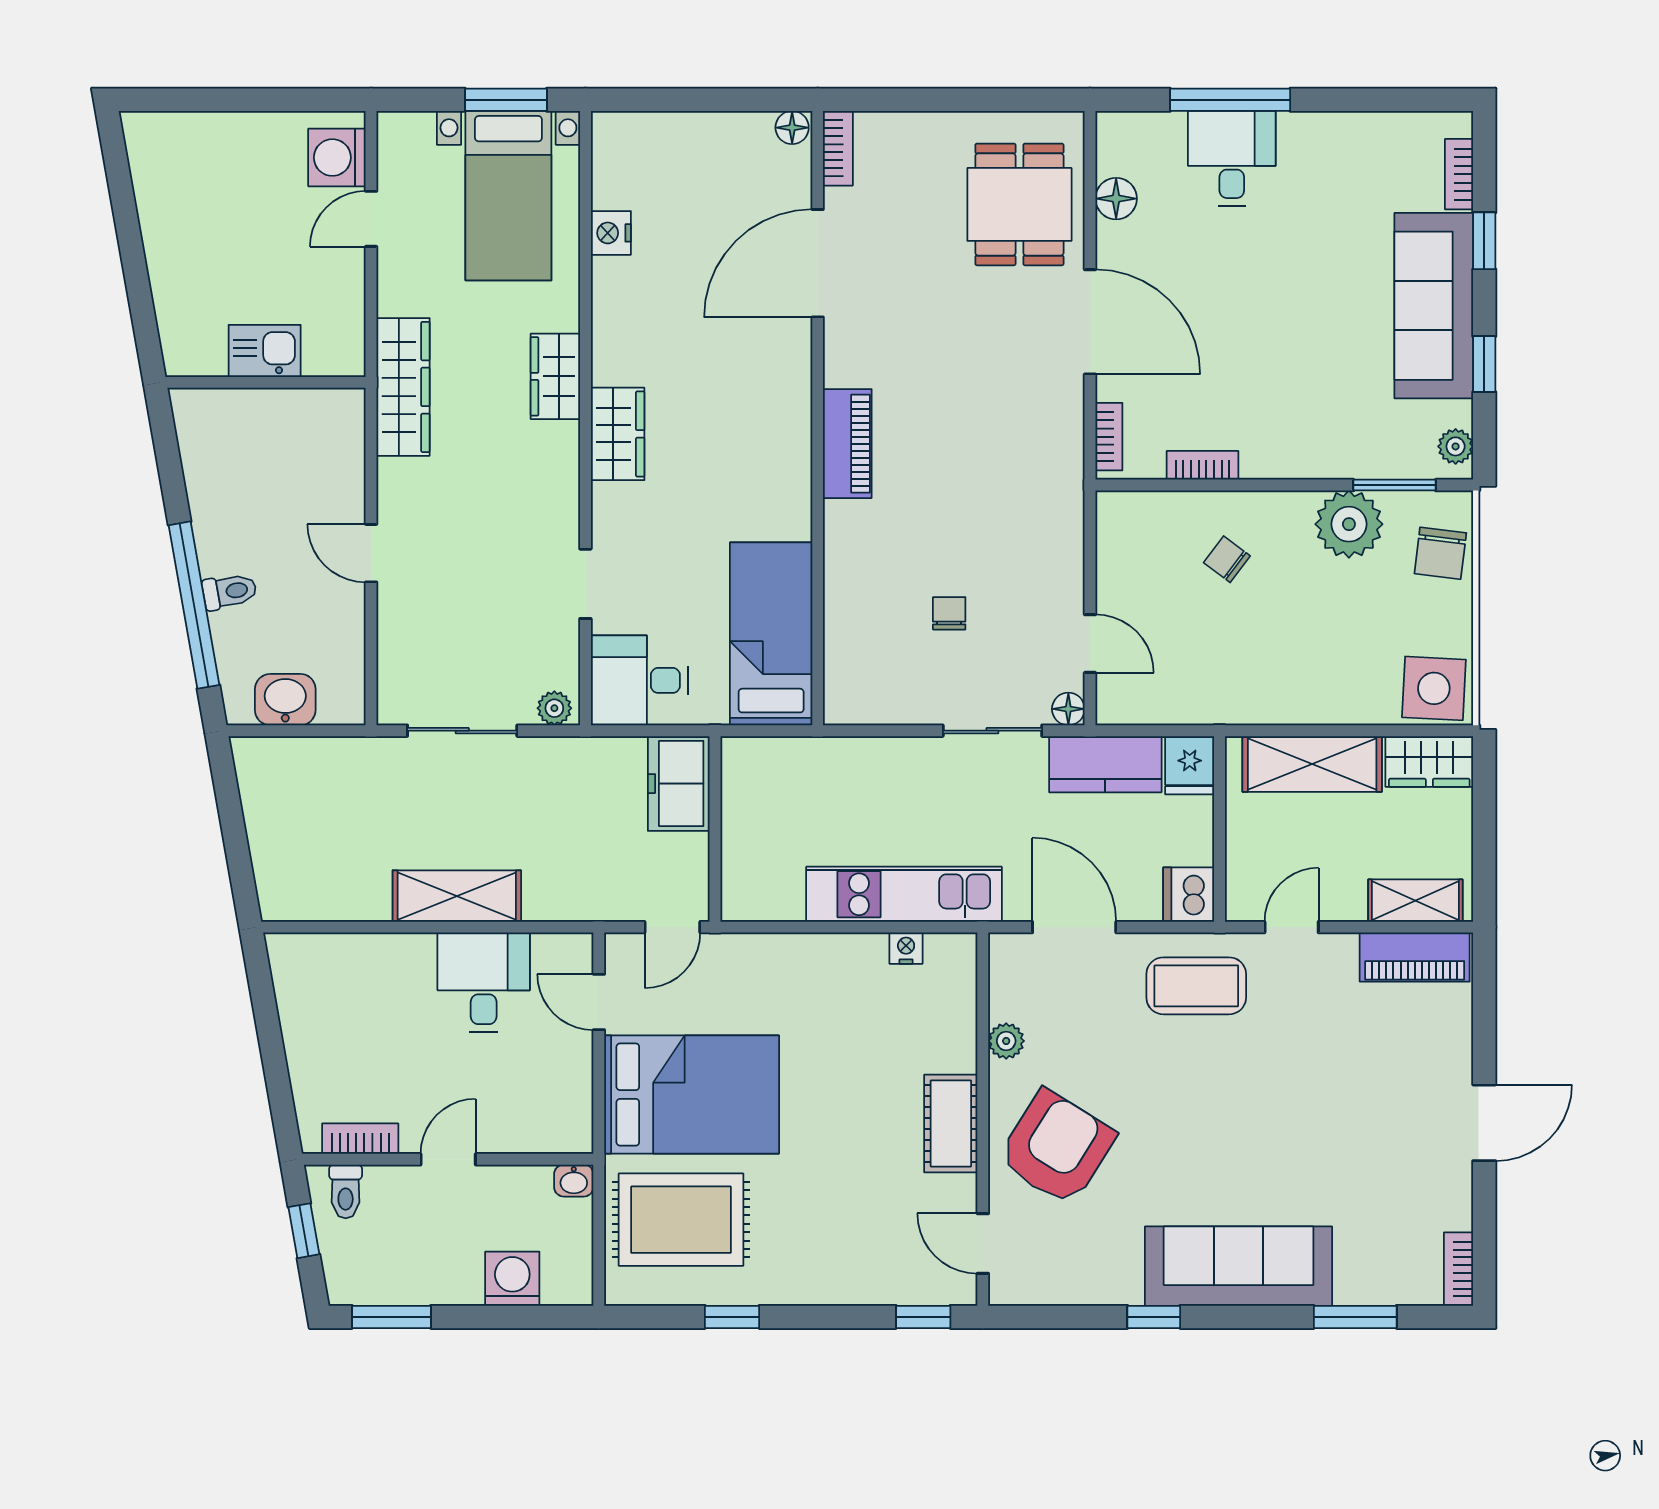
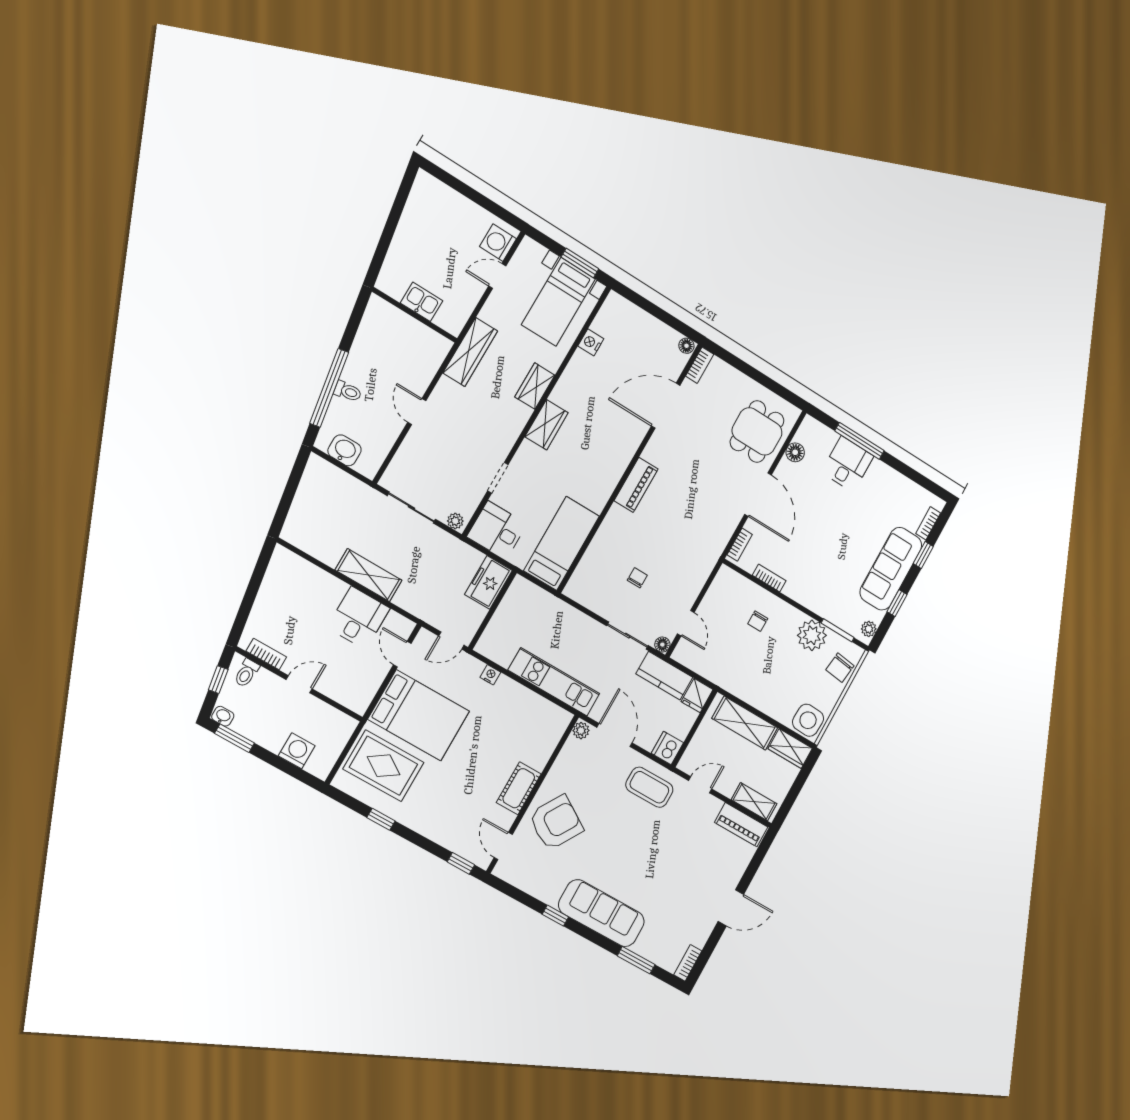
chair: (1227, 559) -> (758, 621), turned -127
nightstand: (906, 948) -> (490, 675), moved
plant: (1006, 1041) -> (581, 731), moved
washbasin: (574, 1181) -> (223, 716), moved, turned 180

